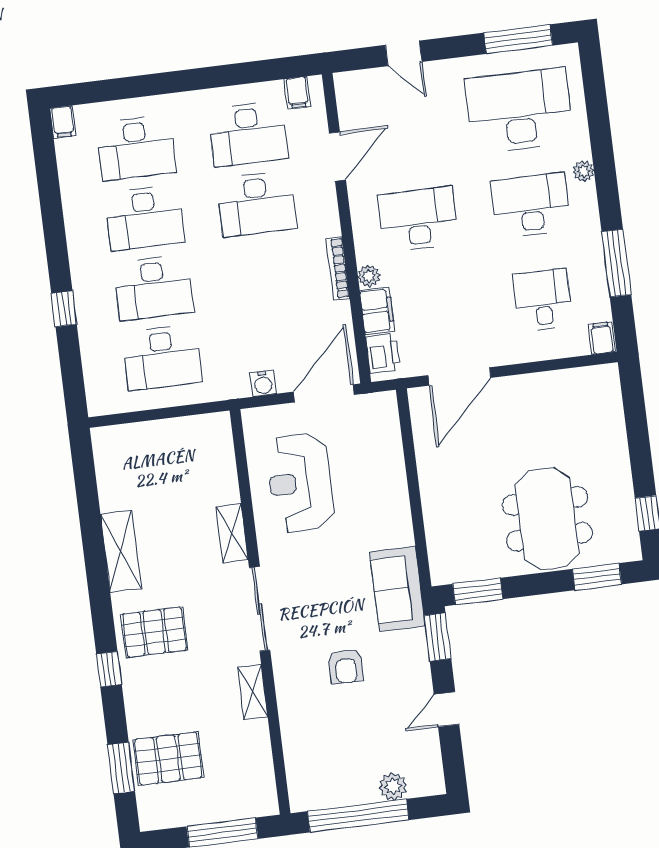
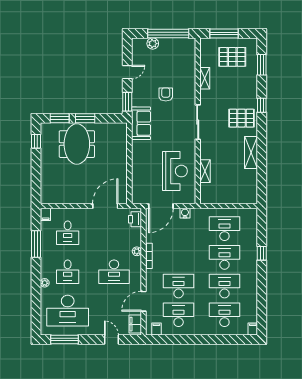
desk: (531, 205) -> (68, 272), width x0.73
filing cabinet: (377, 311) -> (135, 324), moved
shelving: (232, 533) -> (205, 171), moved
window: (478, 591) -> (85, 118), moved
shelving: (253, 692) -> (205, 78), moved
pallet: (168, 759) -> (232, 57), moved

